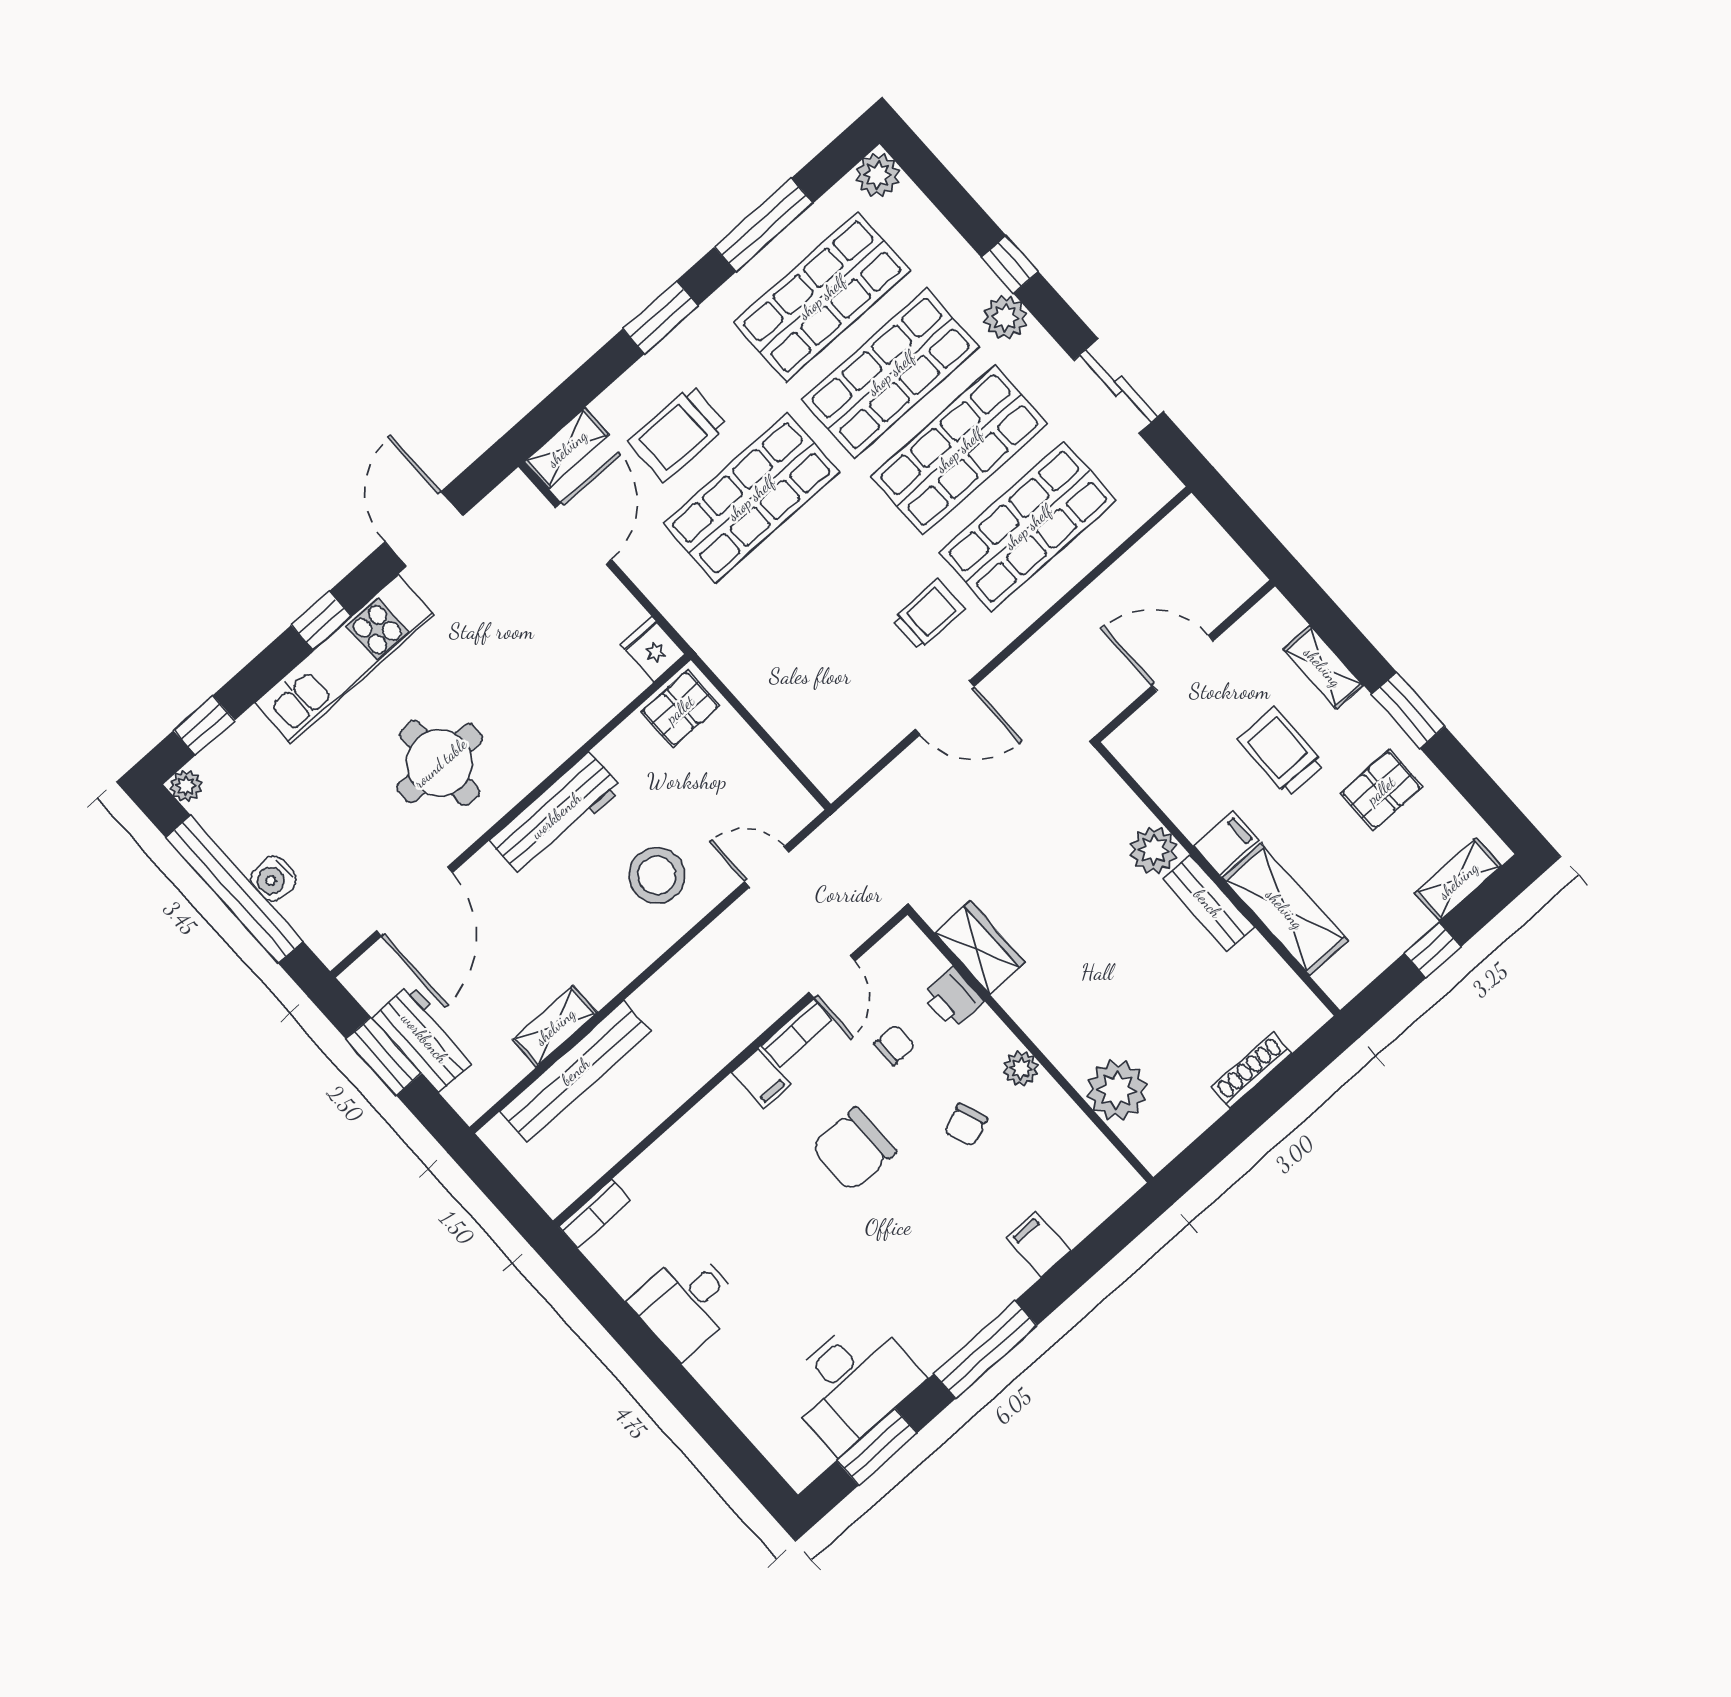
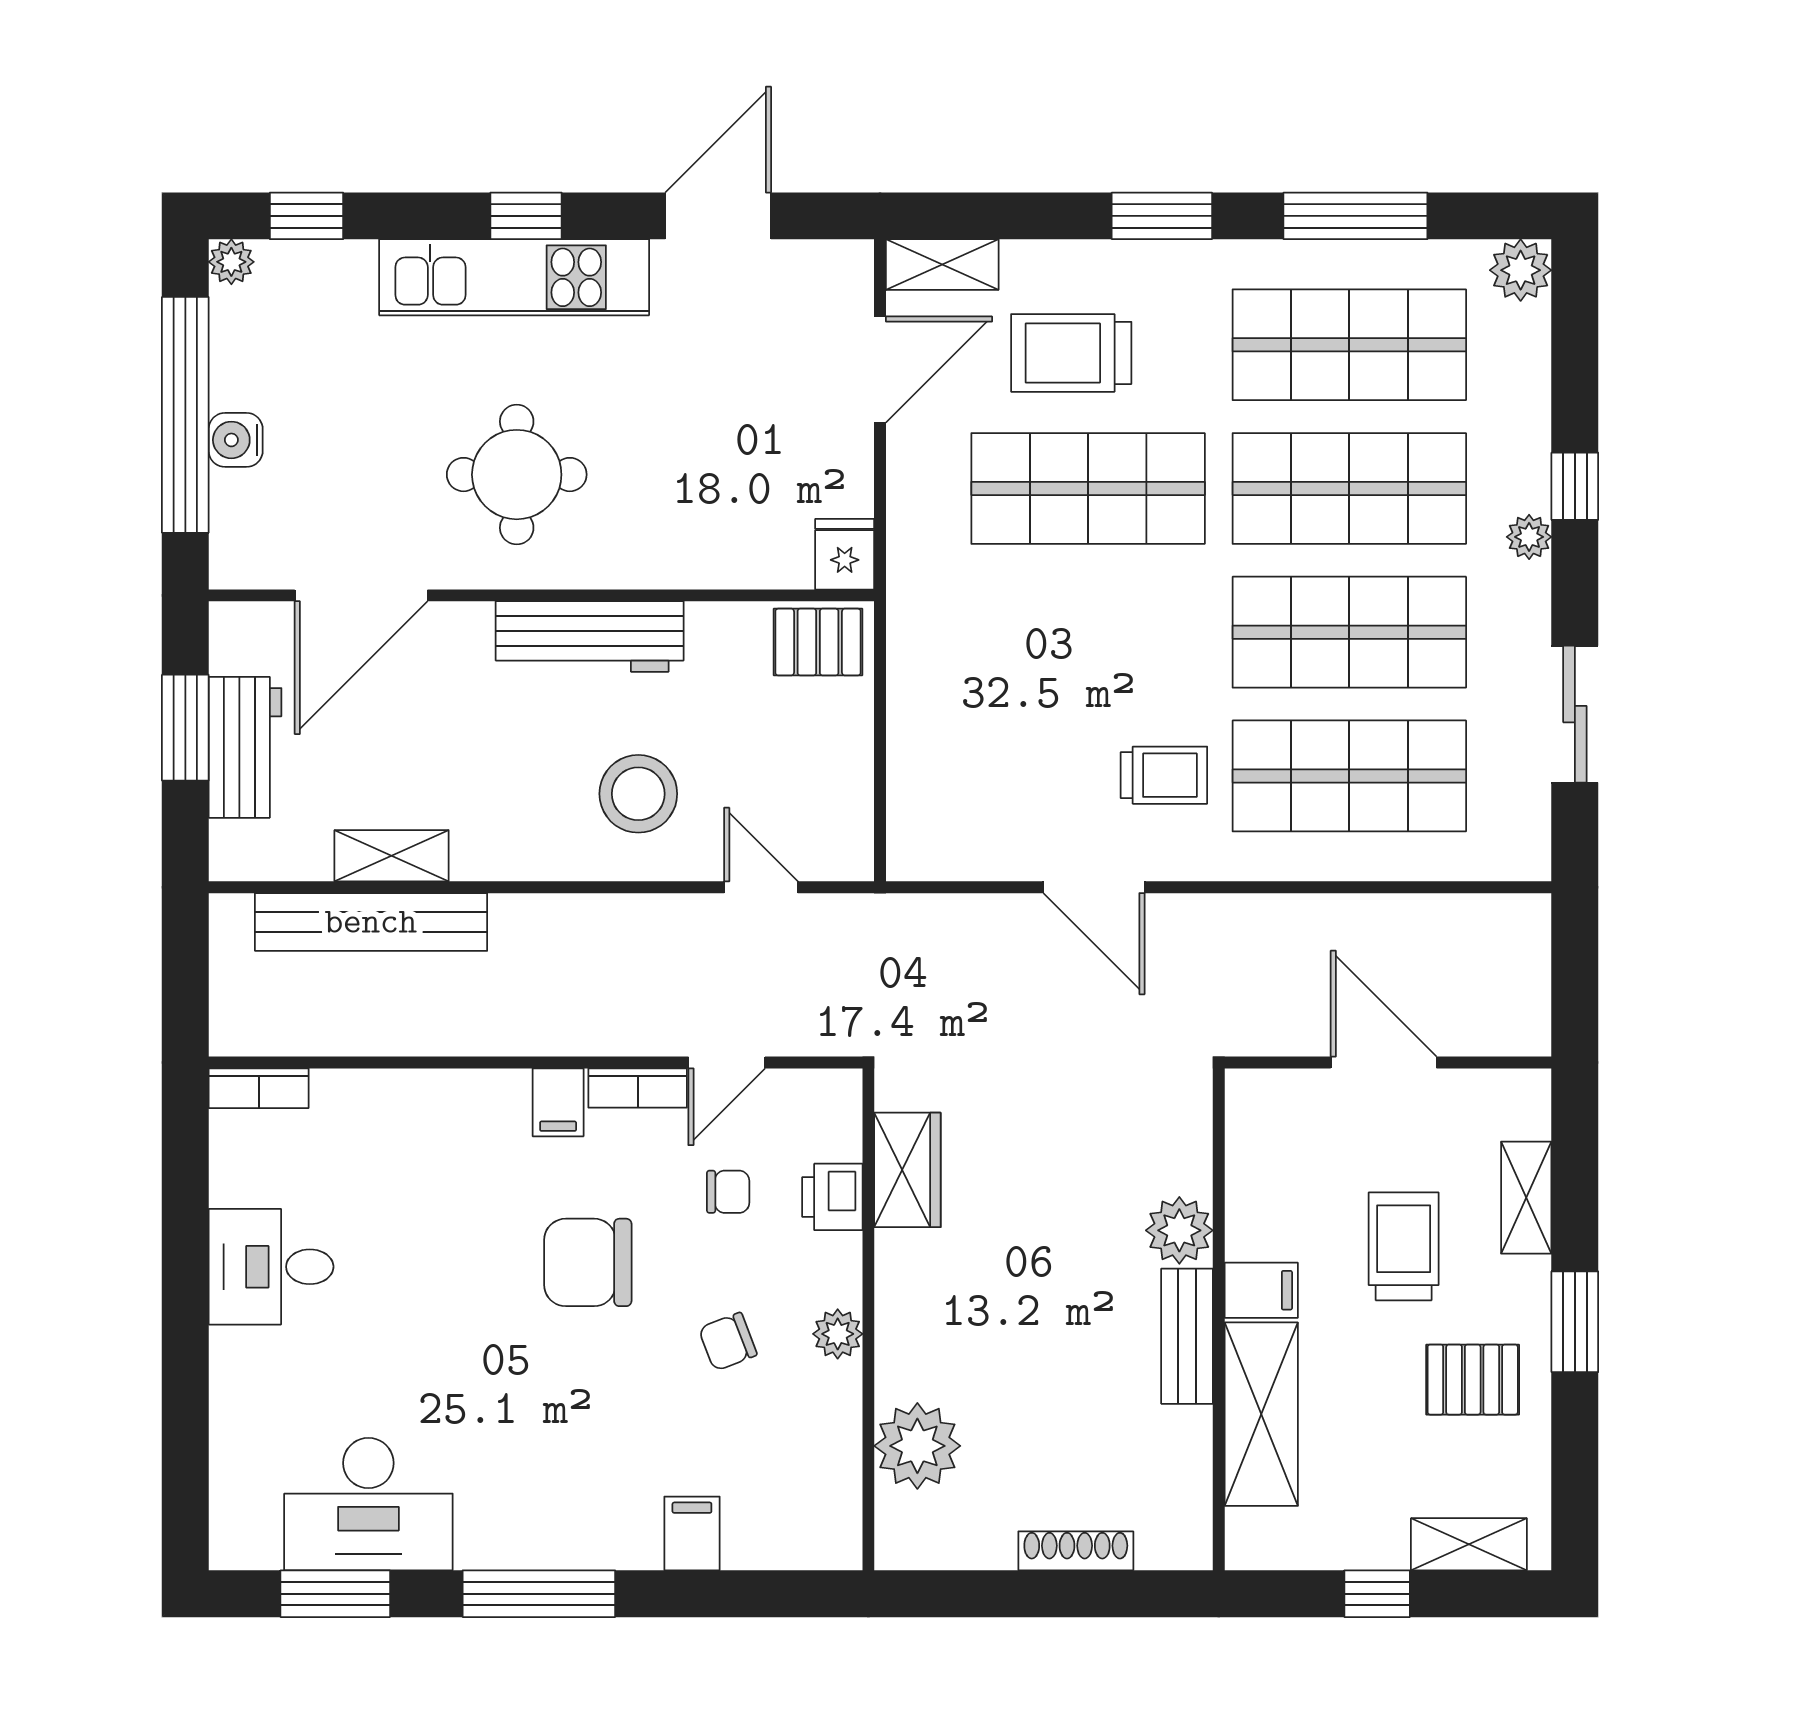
plant: (1005, 317) -> (1529, 537), width x0.73, depth x0.73

